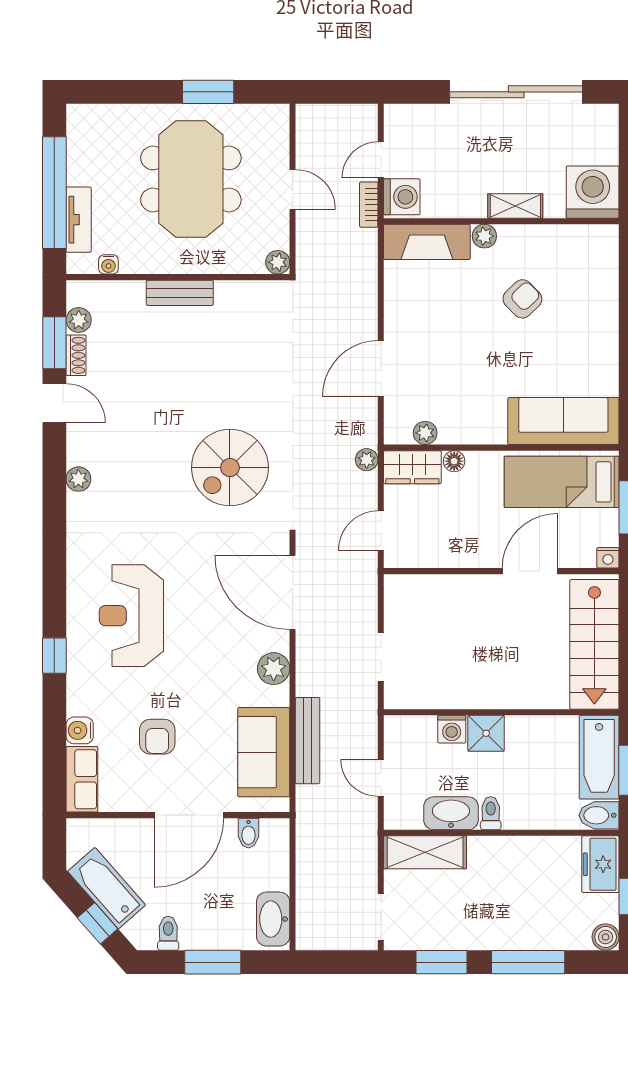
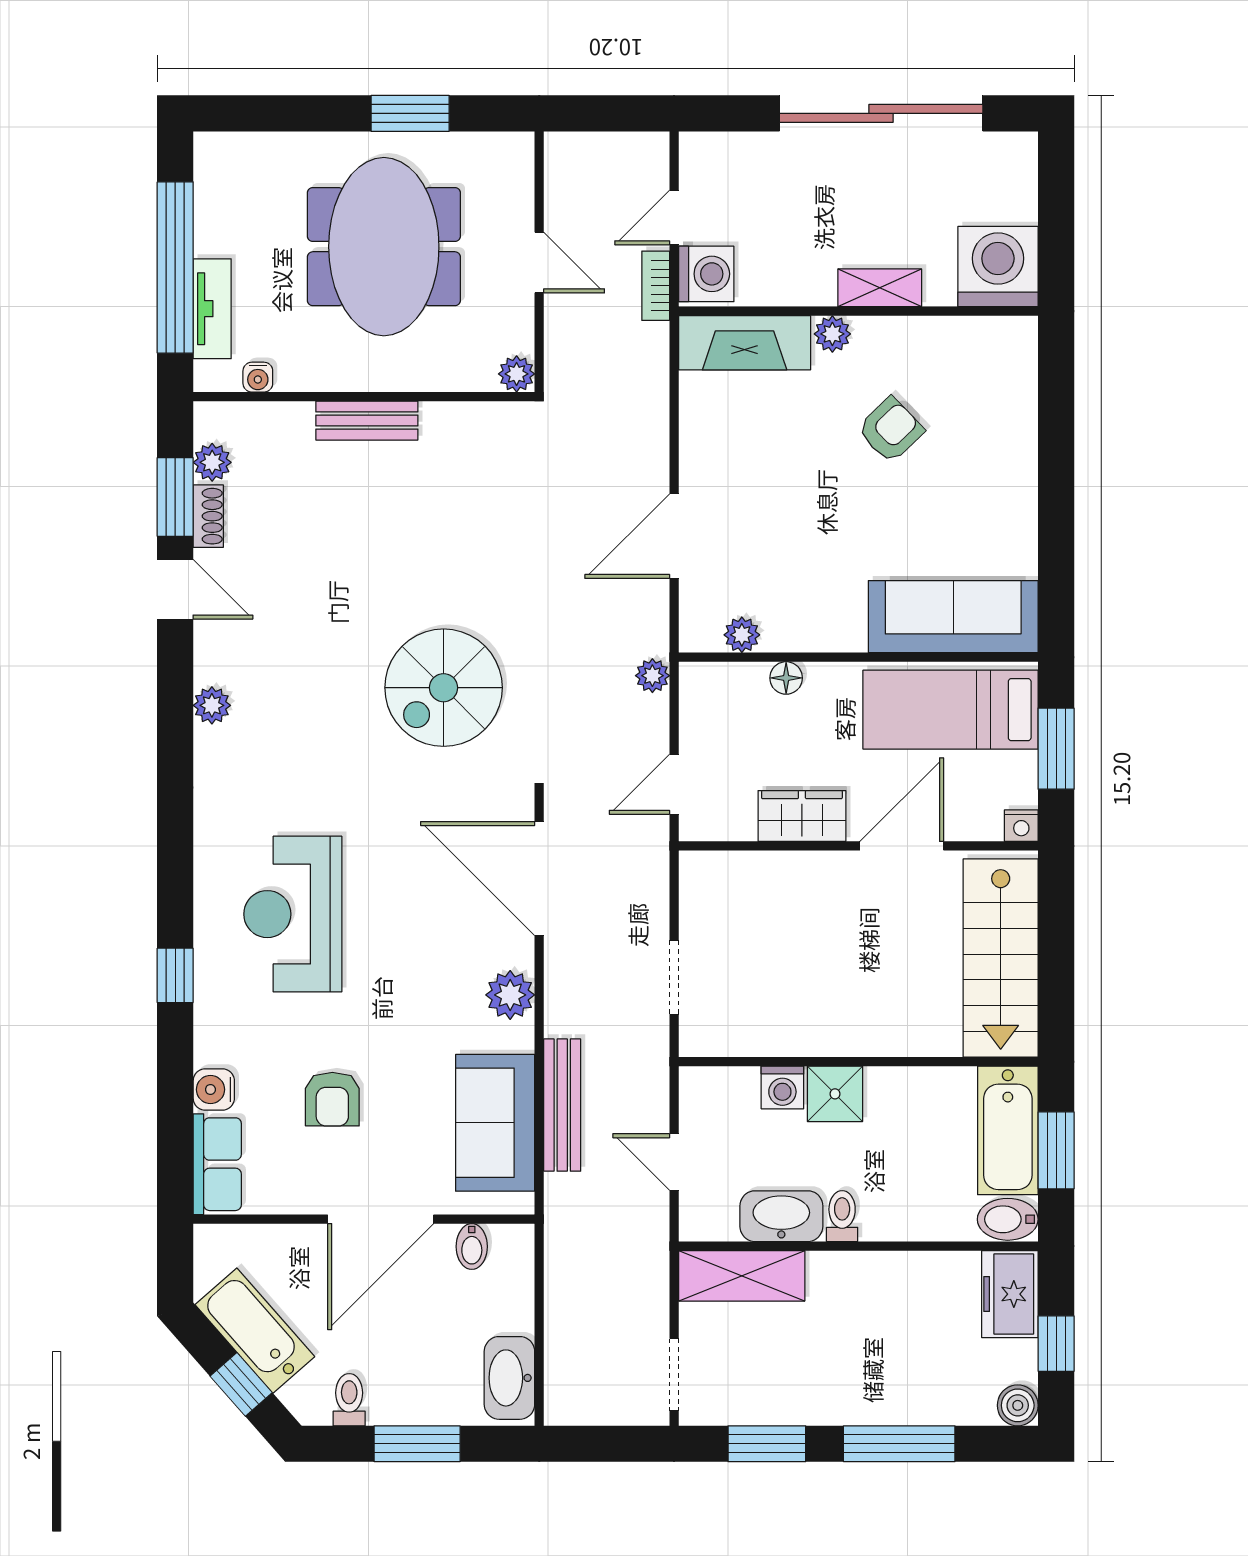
wardrobe: (412, 467) -> (802, 816), moved, turned 180

